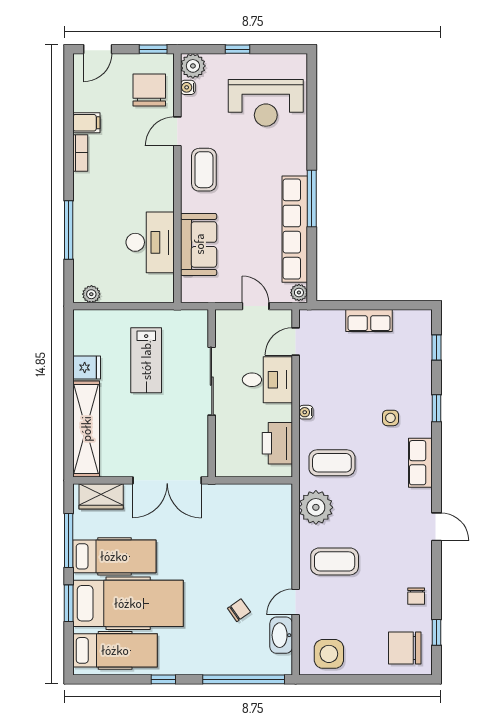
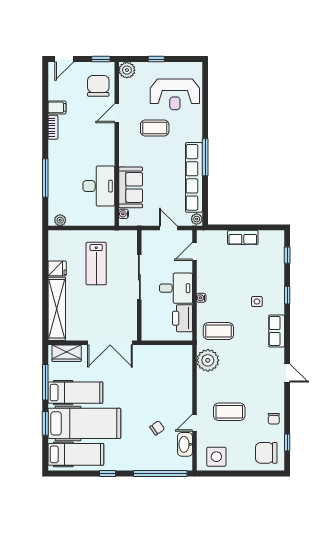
water cooler: (188, 87) -> (124, 214), moved
coffee table: (204, 170) -> (155, 128), moved, turned 90
desk: (267, 380) -> (176, 288), moved
coffee table: (335, 561) -> (229, 412), moved

